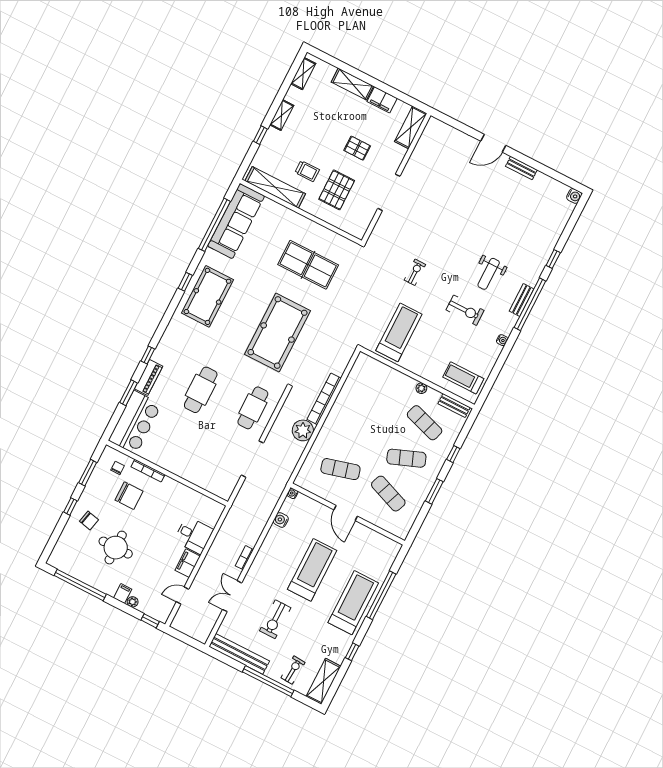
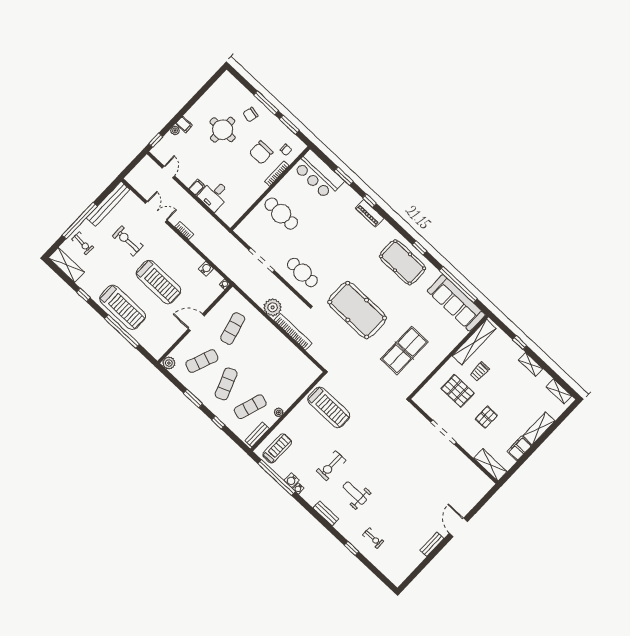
water cooler: (574, 196) -> (292, 480), moved
exercise bike: (415, 272) -> (373, 538), moved
window: (530, 304) -> (277, 478), moved
piano: (149, 377) -> (370, 213), moved
cafe table: (201, 390) -> (281, 214), moved
window: (70, 506) -> (266, 103), width x2.17
plant: (402, 531) -> (169, 363), added
filing cabinet: (188, 563) -> (197, 187), width x0.50
window: (80, 585) -> (201, 92), removed

